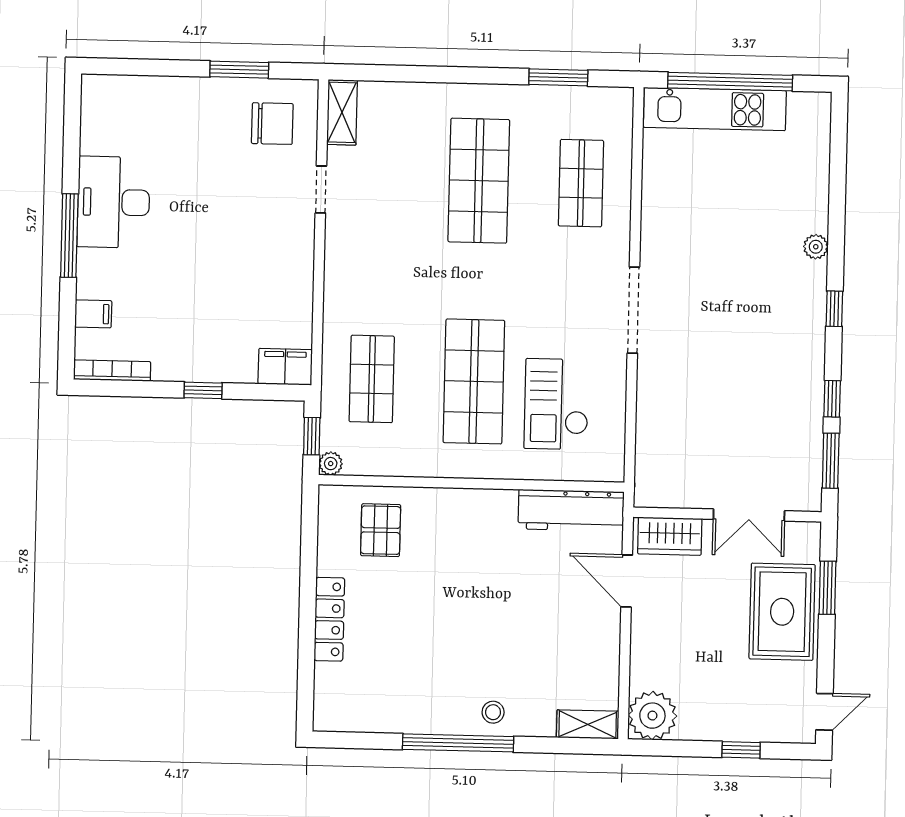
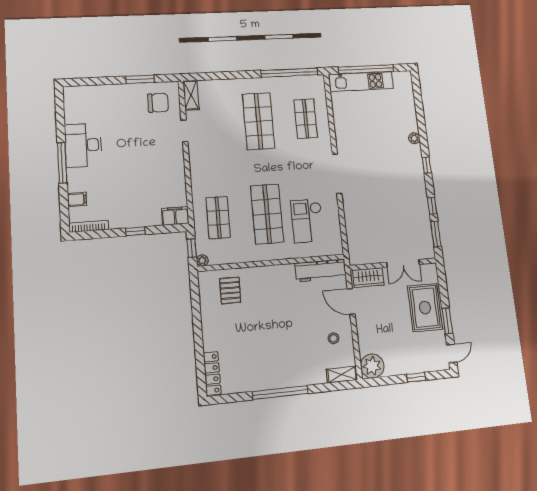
window: (558, 77) -> (289, 73), width x2.11
window: (828, 588) -> (447, 321), moved
locker: (329, 619) -> (212, 373), moved
stool: (493, 712) -> (333, 338), moved

